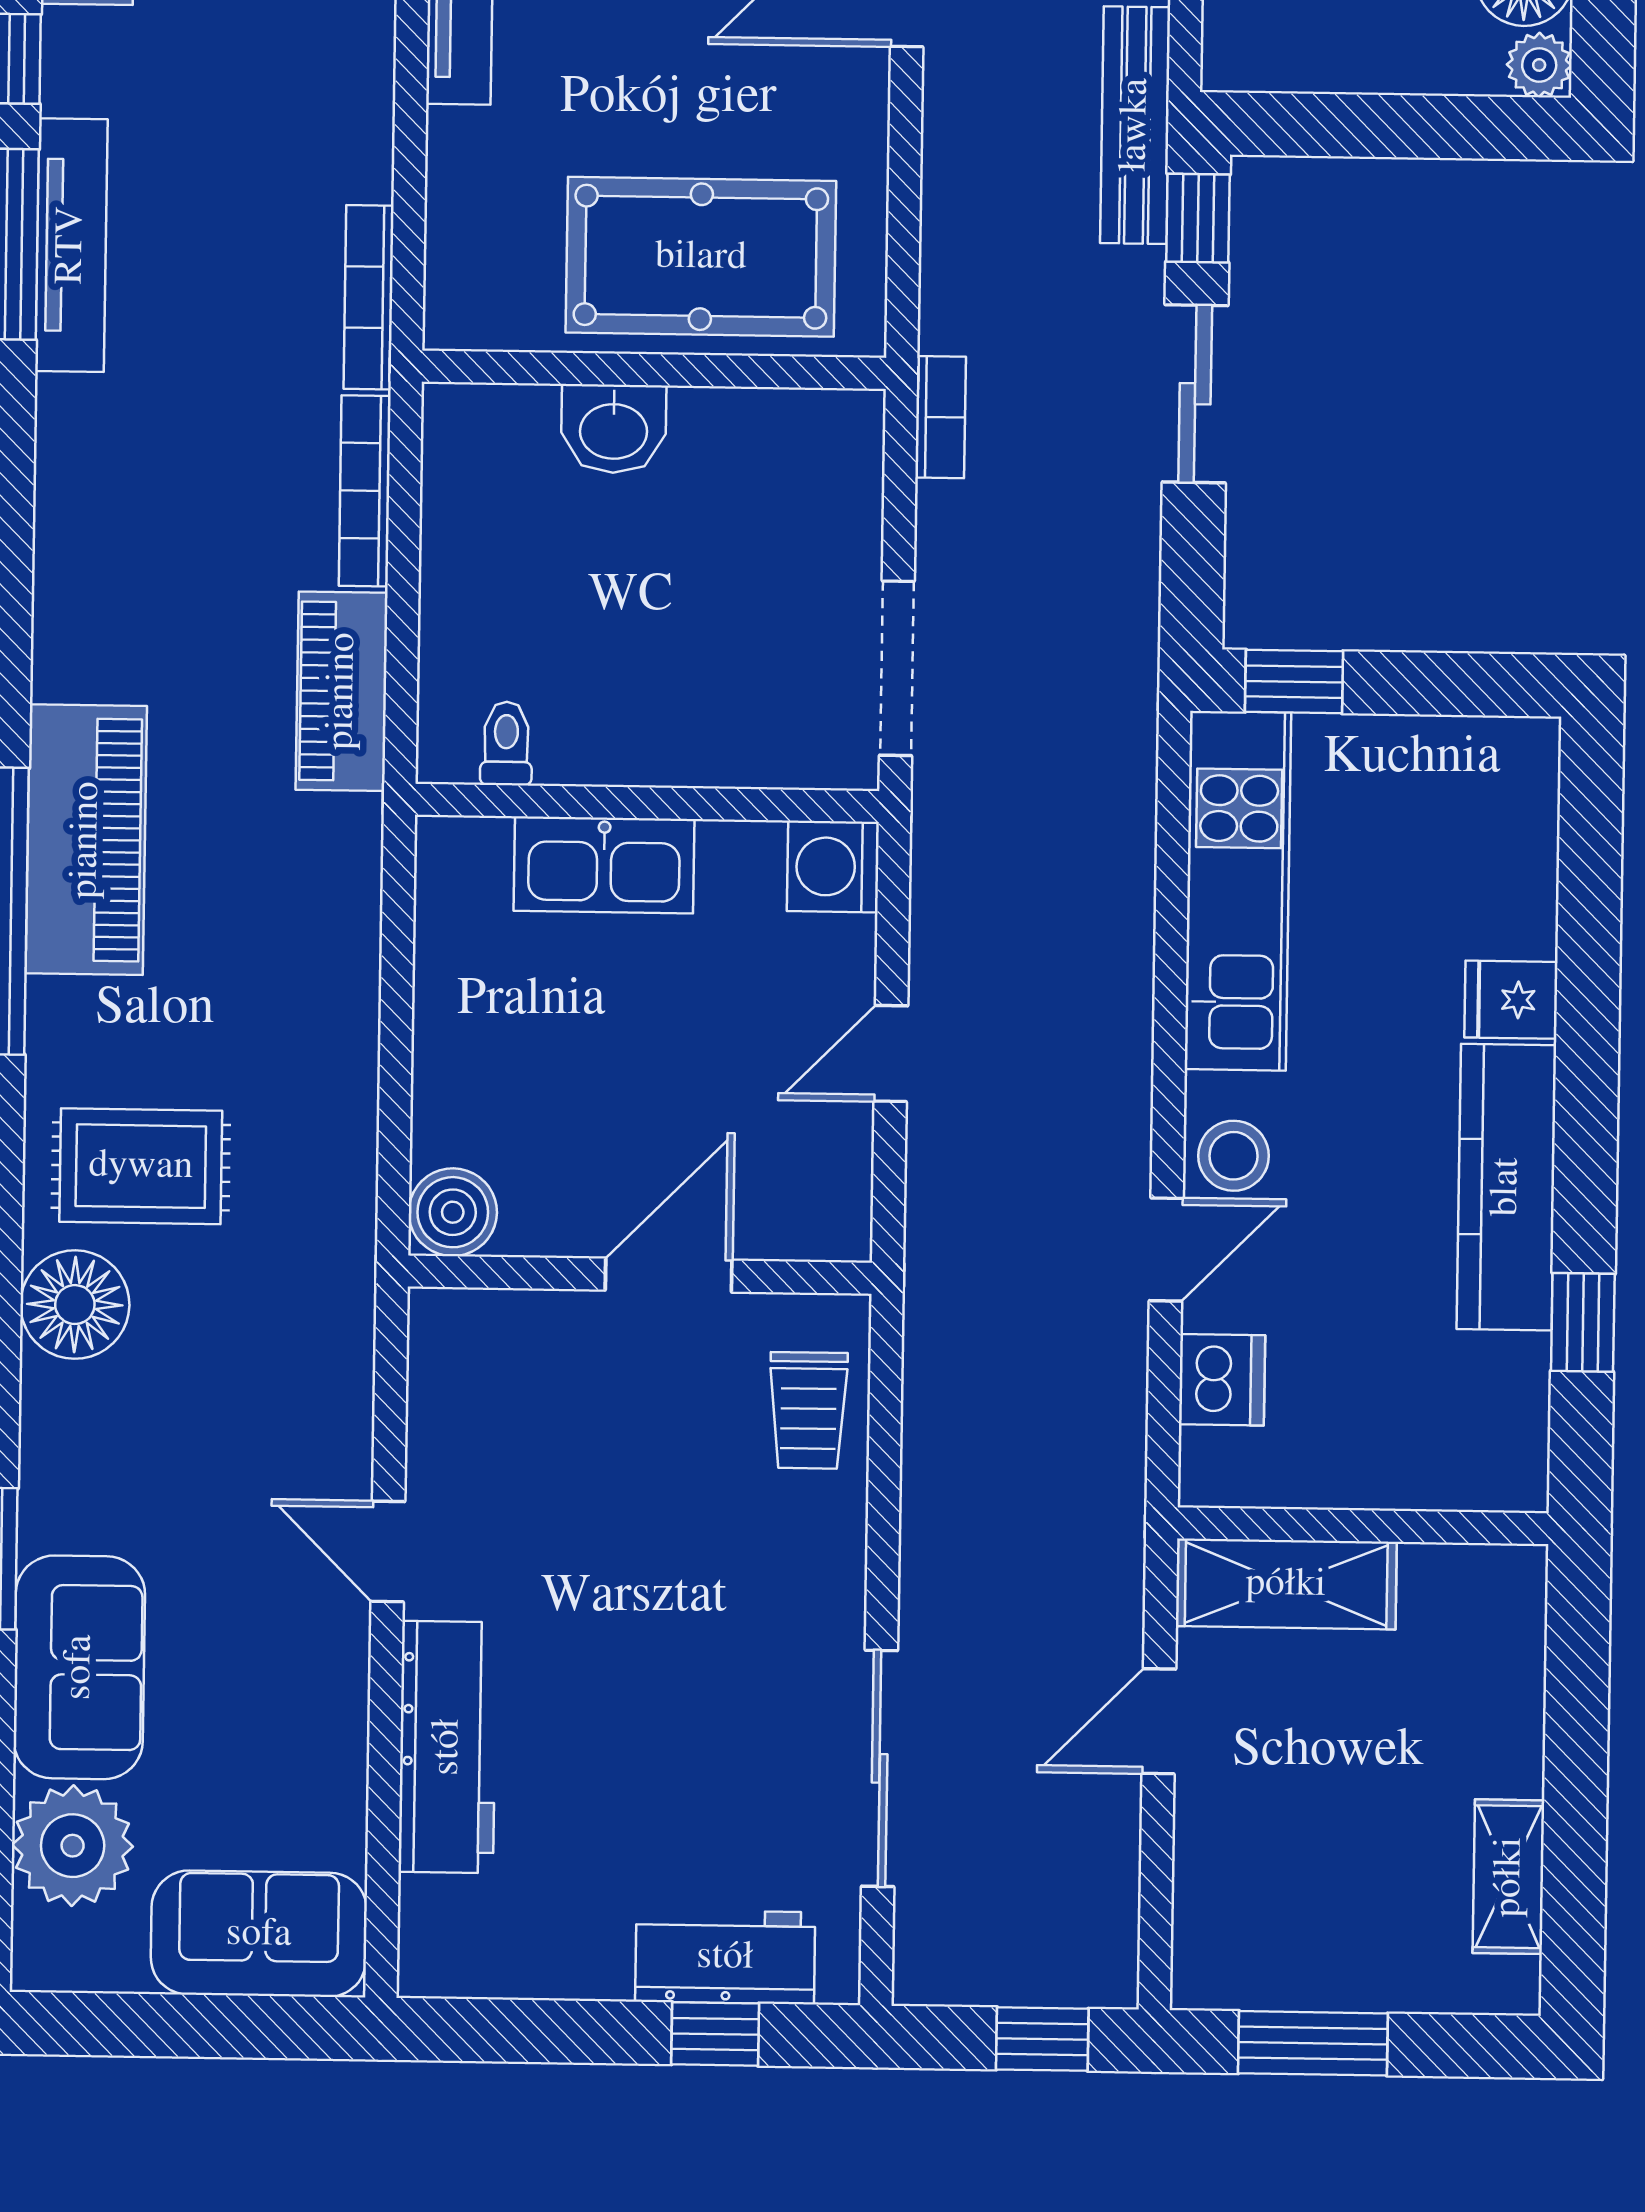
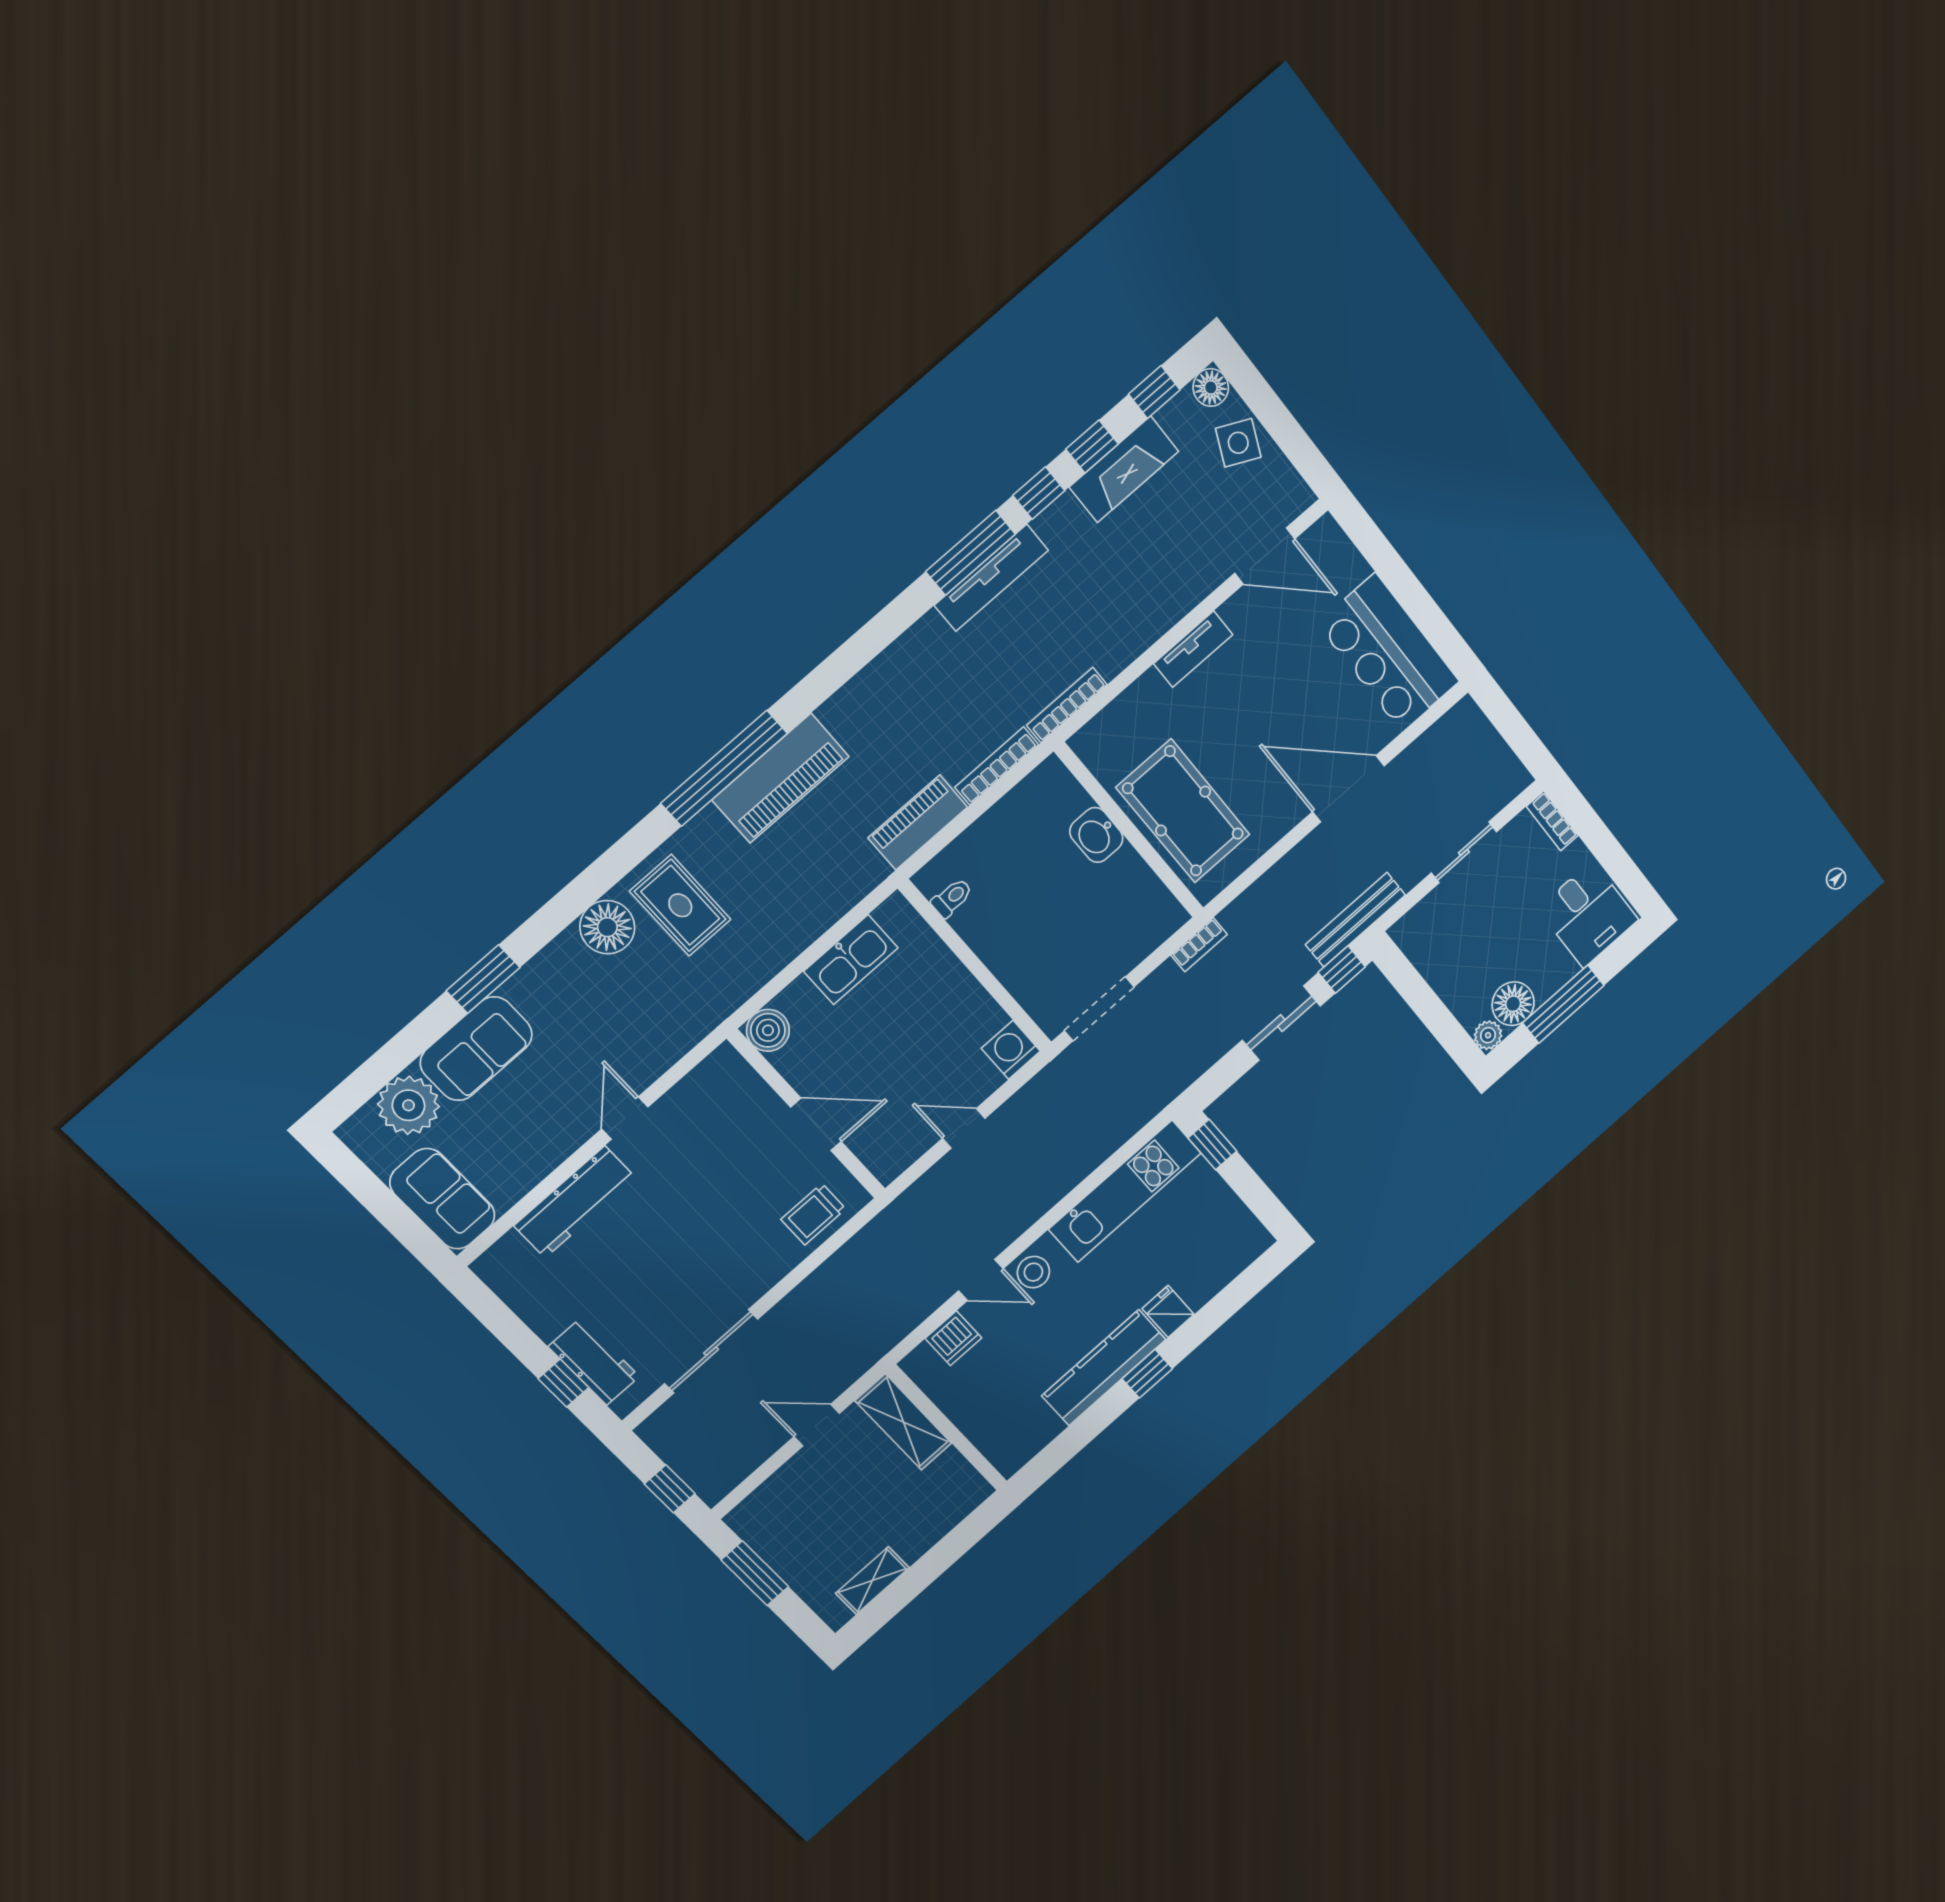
kitchen sink: (604, 865) -> (851, 960), moved, turned -90
window: (1583, 1322) -> (1147, 1374), moved

